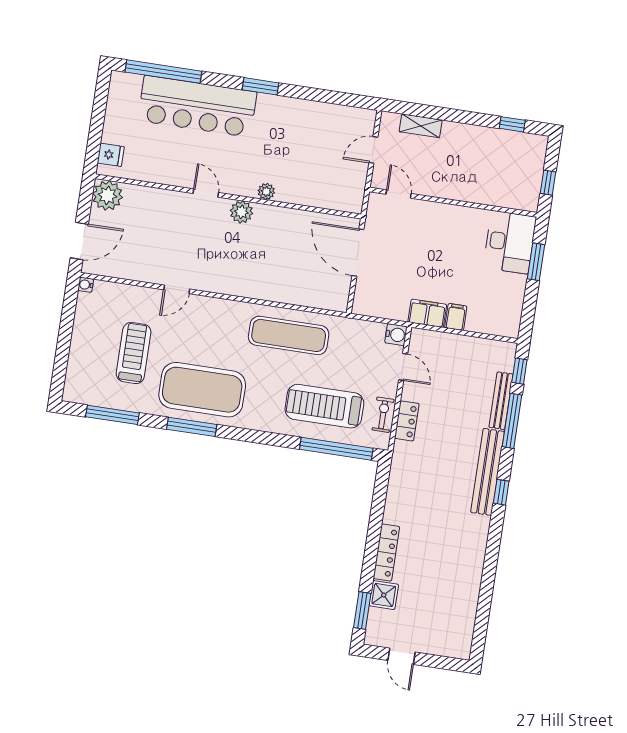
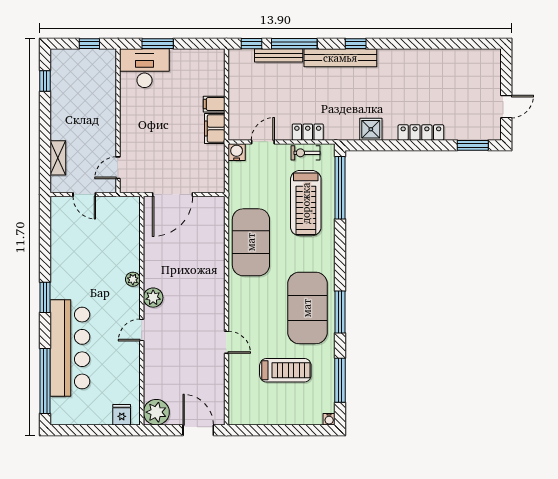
water cooler: (86, 285) -> (329, 419), moved
exercise mat: (289, 335) -> (251, 242), width x1.47
treadmill: (134, 353) -> (285, 370), turned 180
shower: (384, 595) -> (371, 129), moved

